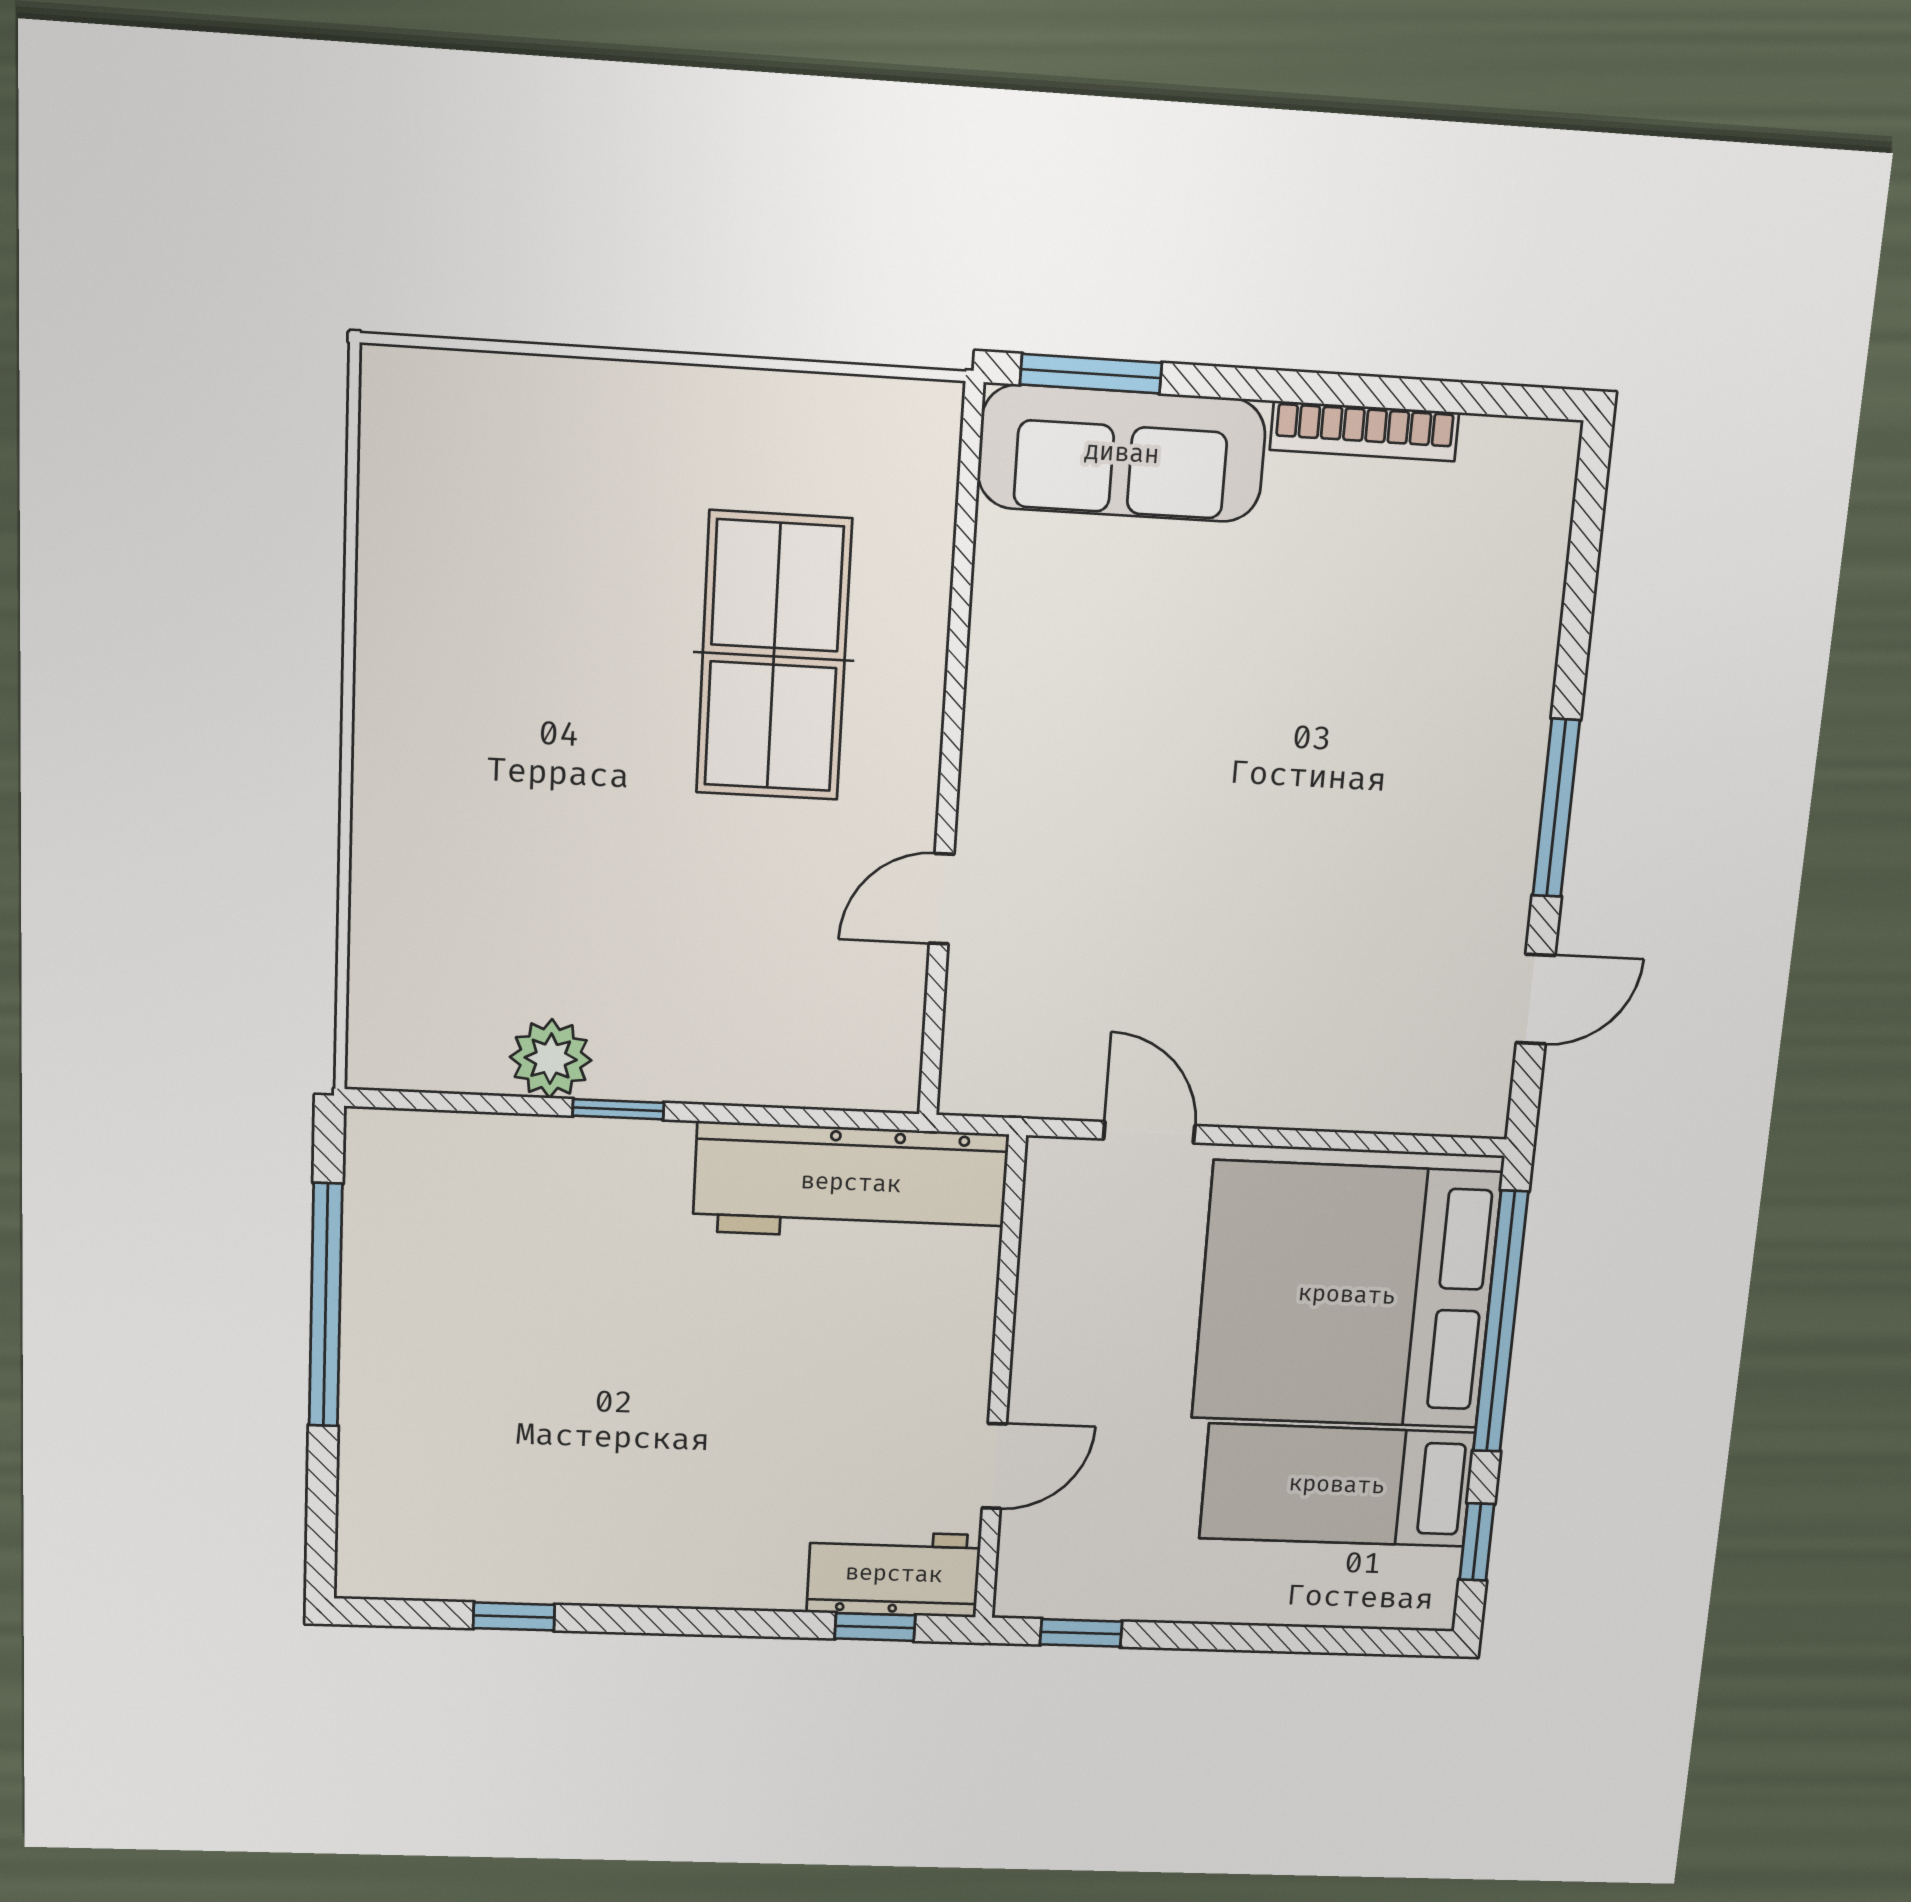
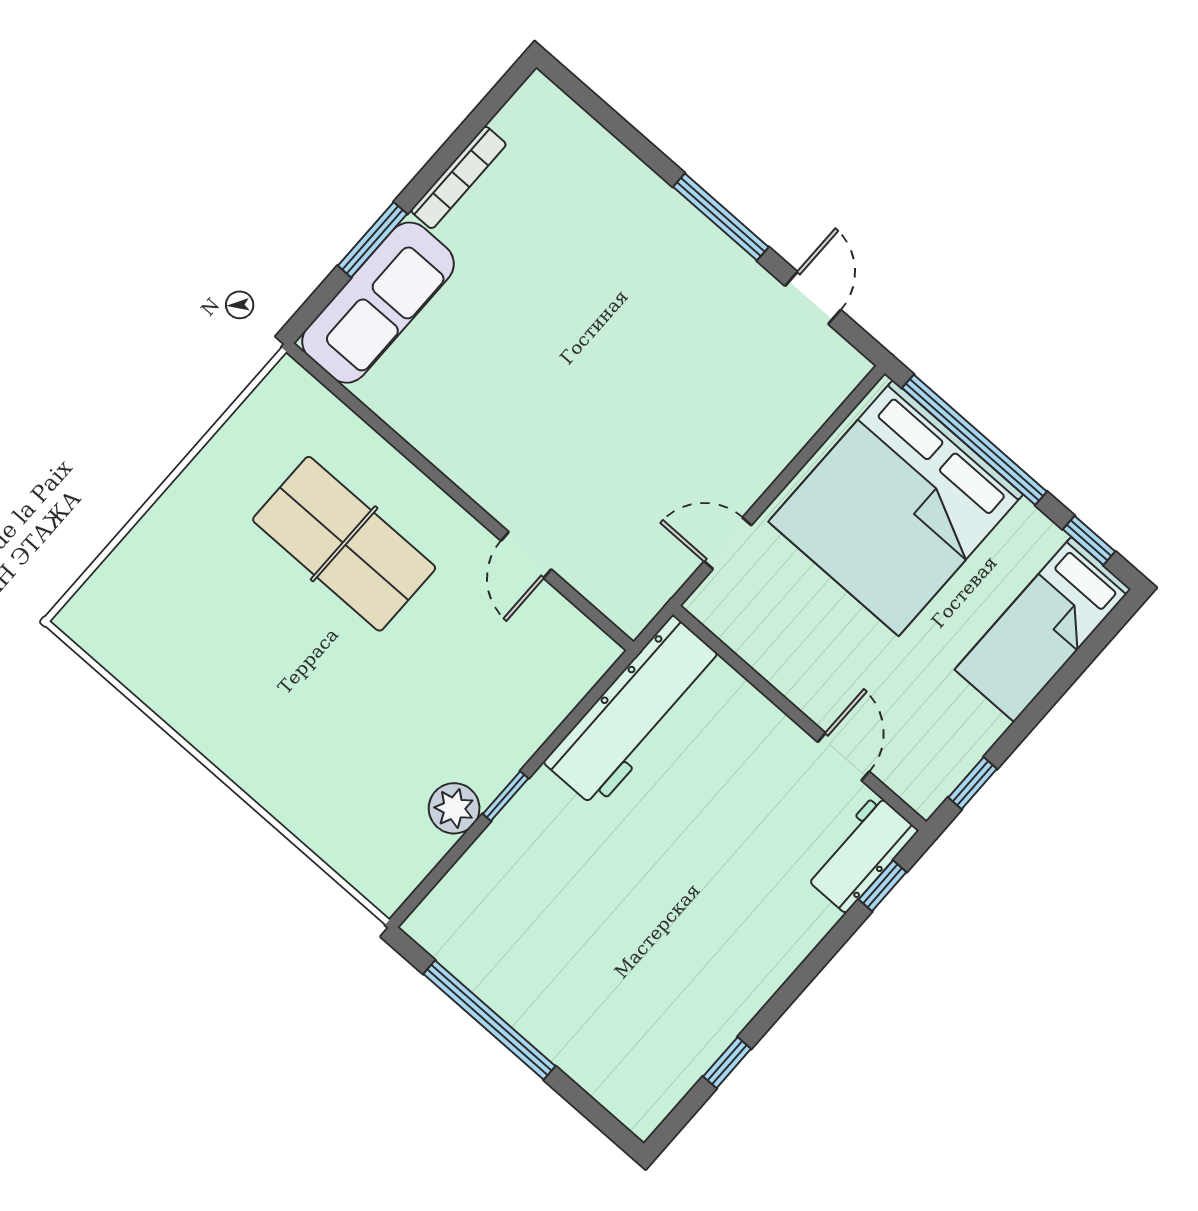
window: (1091, 374) -> (372, 240), moved
bed: (1337, 1485) -> (1043, 629), moved

